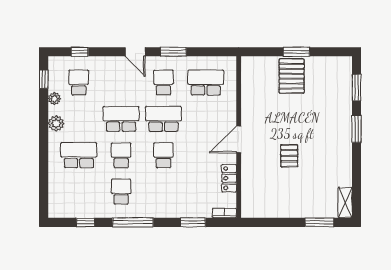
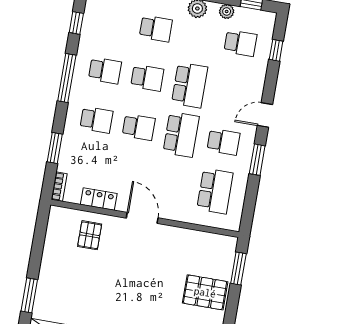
window: (297, 52) -> (238, 268), moved
school desk: (79, 155) -> (156, 29), width x0.54
pallet: (289, 156) -> (90, 235), moved, turned 90
school desk: (163, 192) -> (96, 120), added

